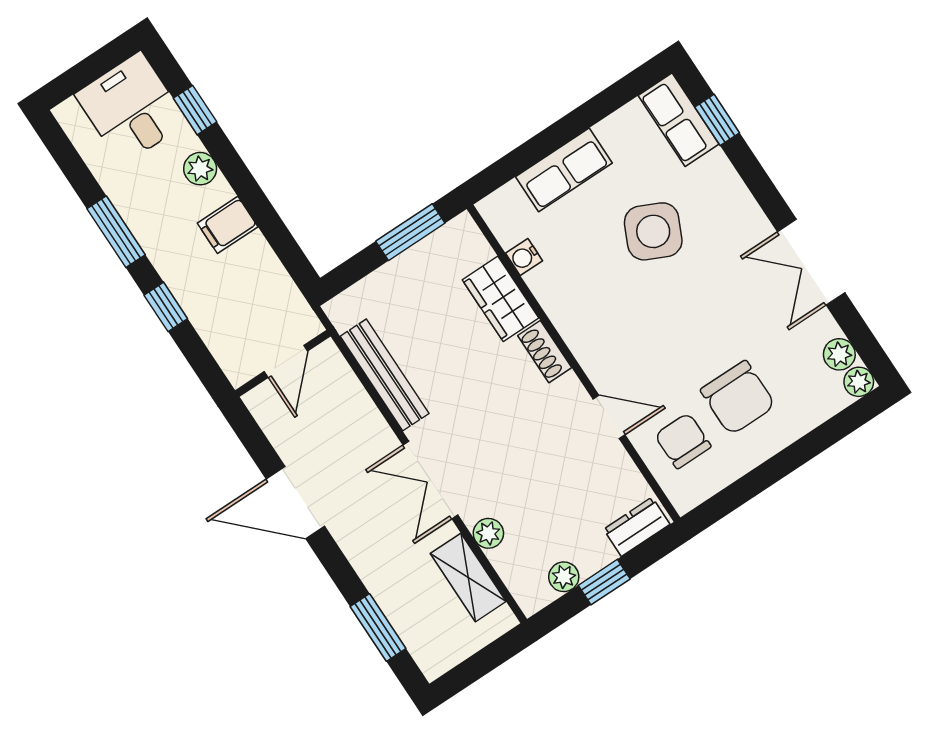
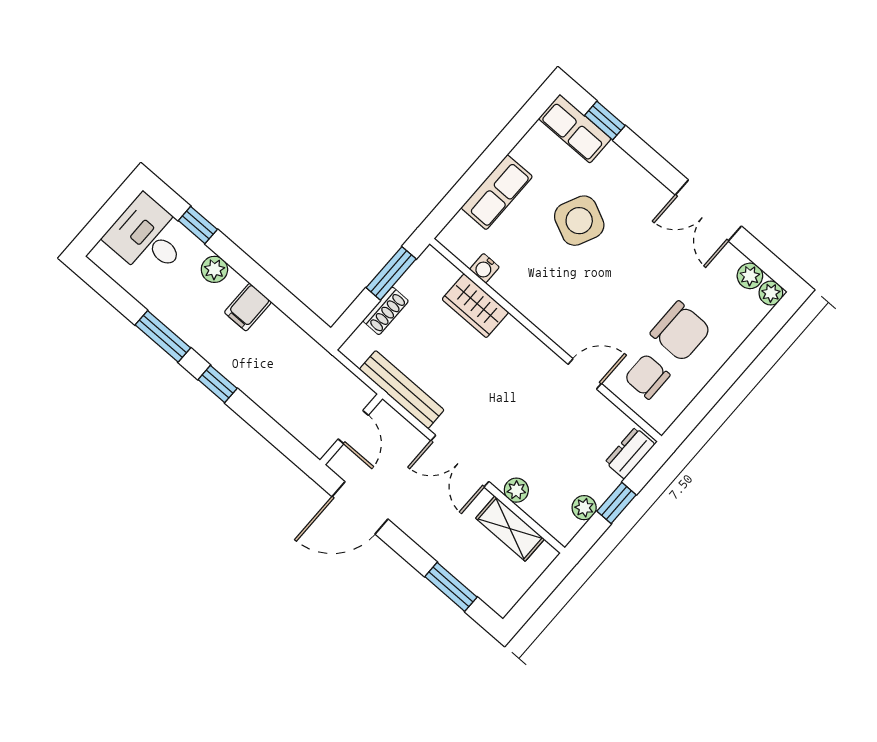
shoe rack: (545, 352) -> (386, 311), moved, turned -90
door: (286, 361) -> (353, 427), moved
wall: (283, 363) -> (351, 429), moved

